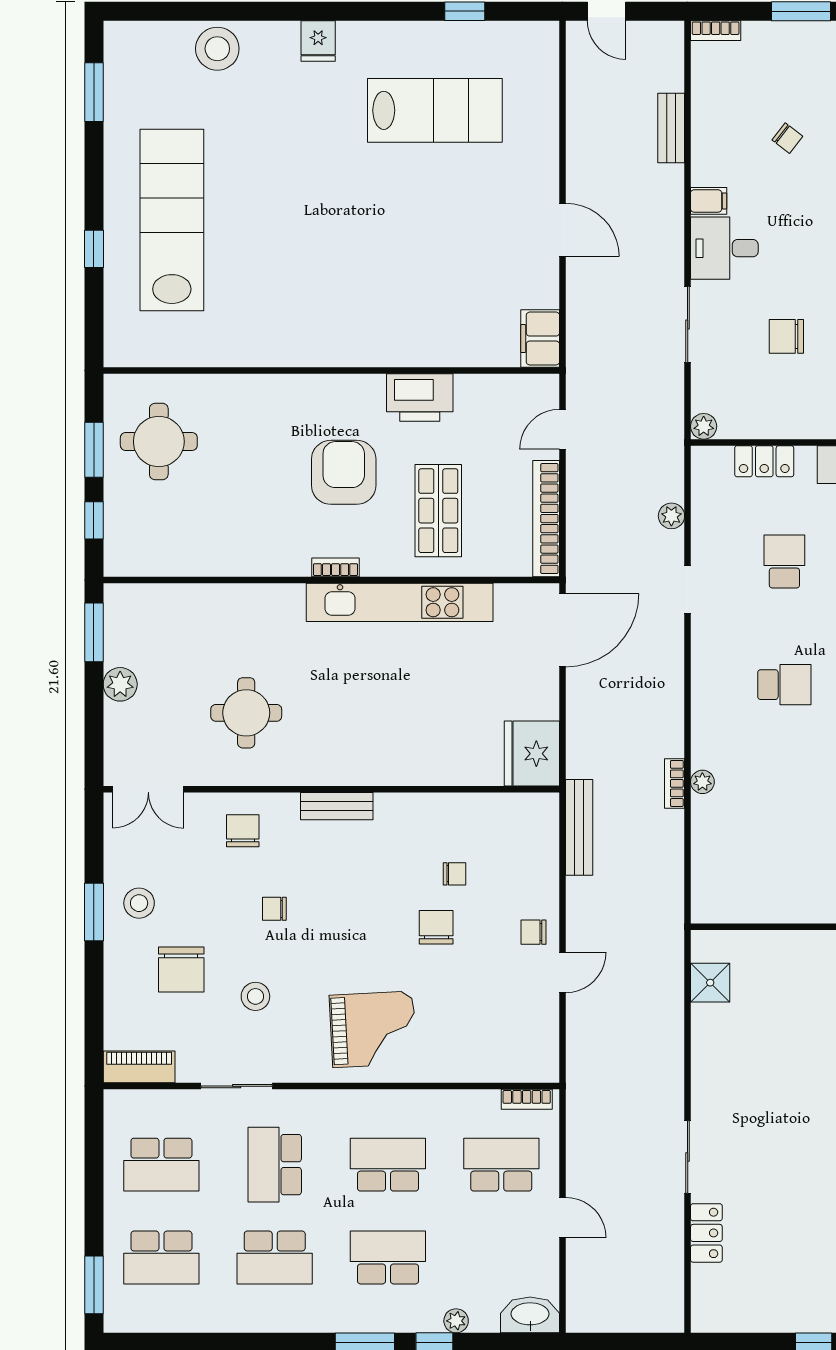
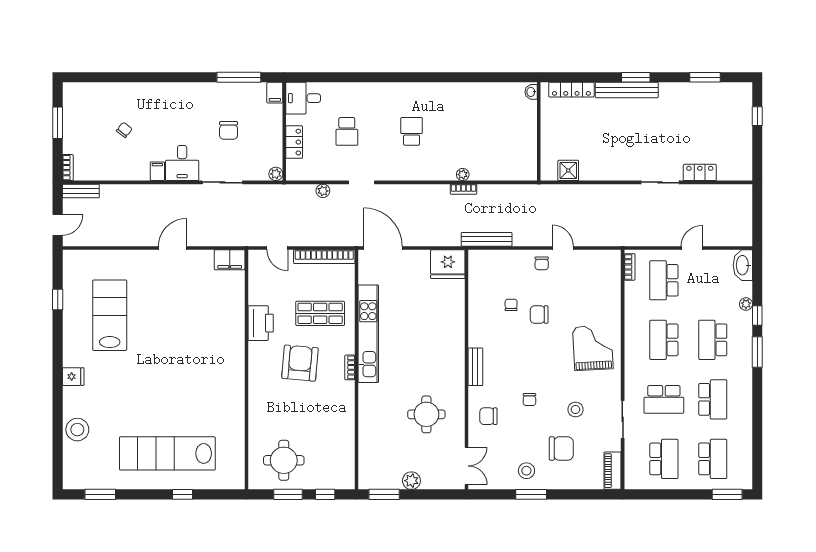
bench: (671, 128) -> (81, 191), moved
armchair: (344, 472) -> (300, 363), turned 95
school desk: (784, 561) -> (347, 131), turned -90

